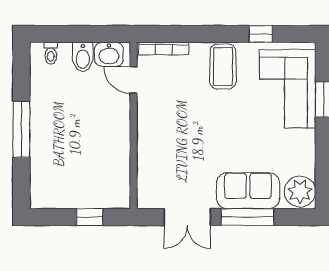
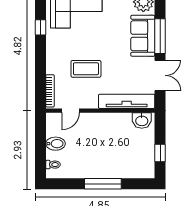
washbasin: (109, 54) -> (142, 120), moved, turned 90
coffee table: (223, 67) -> (86, 69), moved
tv unit: (148, 166) -> (127, 101), added
window: (90, 217) -> (160, 153), moved

